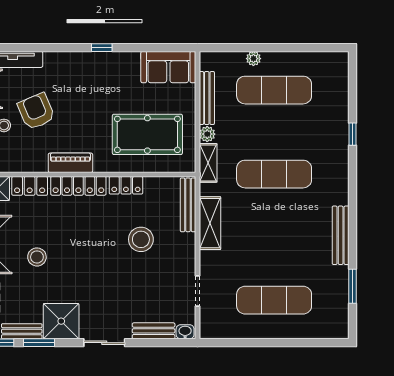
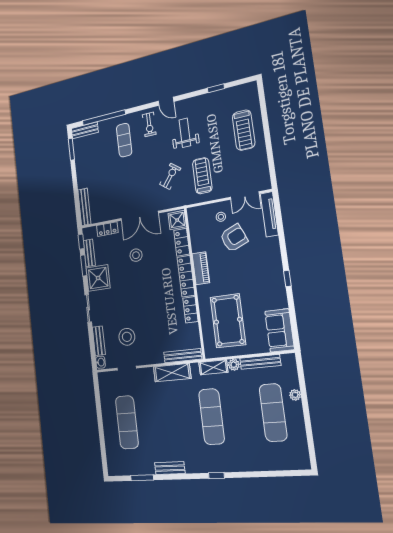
window: (353, 134) -> (216, 475), moved
bench: (341, 235) -> (170, 468), width x0.73
stool: (141, 239) -> (127, 337), moved

